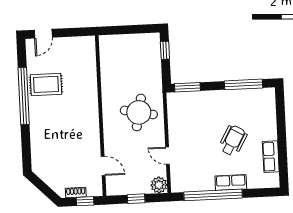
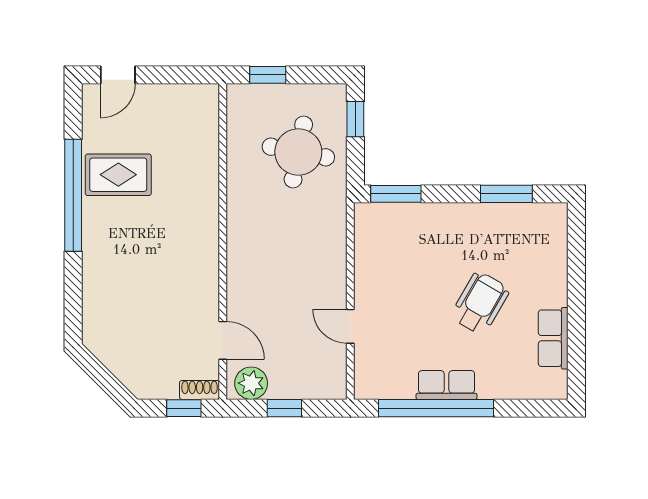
window: (119, 30) -> (268, 75), added
window: (243, 84) -> (506, 194), width x0.69
round table: (139, 112) -> (298, 152), moved
row of seats: (231, 182) -> (447, 385), moved
plant: (159, 185) -> (251, 383), moved
shoe rack: (76, 192) -> (200, 390), moved

